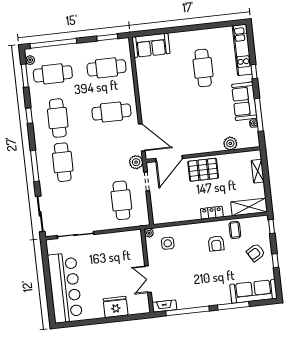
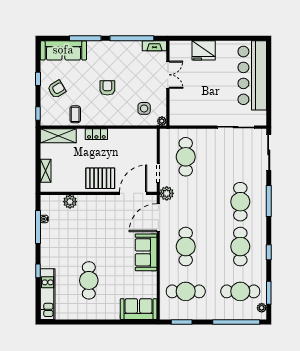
sofa: (244, 101) -> (146, 252), moved, turned 180
cafe table: (111, 112) -> (186, 247), turned 90
door: (142, 137) -> (158, 218), hinge flipped
armchair: (216, 244) -> (107, 88), moved

